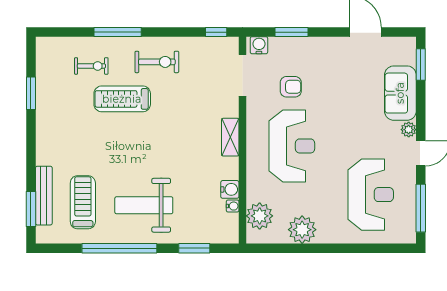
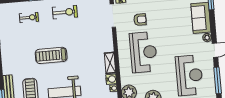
treadmill: (122, 99) -> (51, 55), moved
shelving: (230, 137) -> (110, 63), moved

